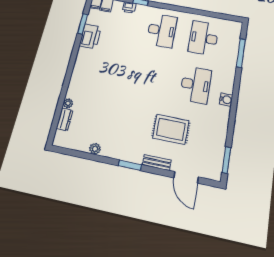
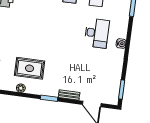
rug: (171, 129) -> (30, 68), moved

